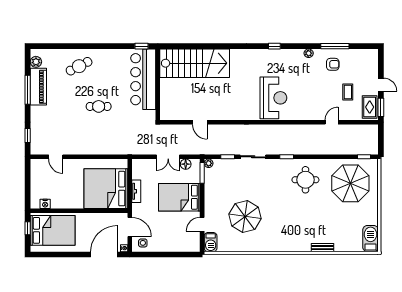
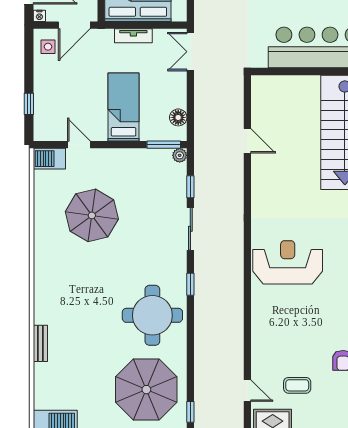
reception desk: (273, 98) -> (288, 262), turned 180
door: (200, 122) -> (247, 141), swing flipped
door: (332, 122) -> (247, 391), moved
double door: (168, 157) -> (190, 52), moved
round table: (305, 180) -> (152, 315), width x1.36, depth x1.36
bed: (179, 197) -> (124, 107), width x0.67
window: (177, 255) -> (29, 104), added

